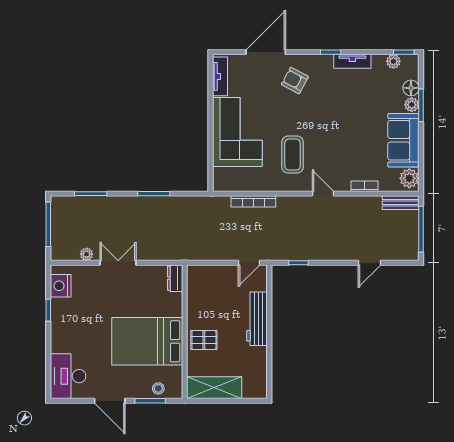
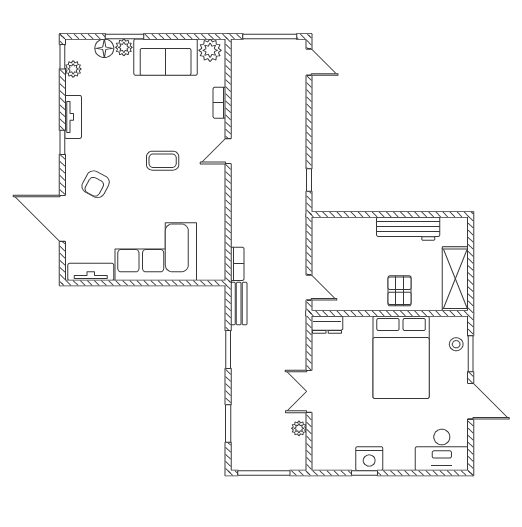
coffee table: (292, 155) -> (163, 161), moved, width x0.73, depth x0.77
bookcase: (253, 201) -> (237, 264), moved, width x0.64
bench: (401, 203) -> (239, 304), moved
door: (249, 263) -> (309, 288), moved
door: (370, 263) -> (309, 62), moved
nightstand: (61, 286) -> (369, 459), moved
workbench: (257, 319) -> (408, 229), moved
door: (110, 401) -> (471, 401), hinge flipped

